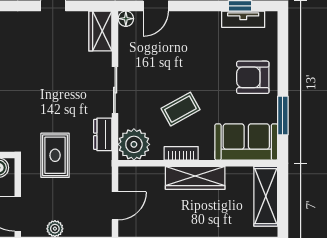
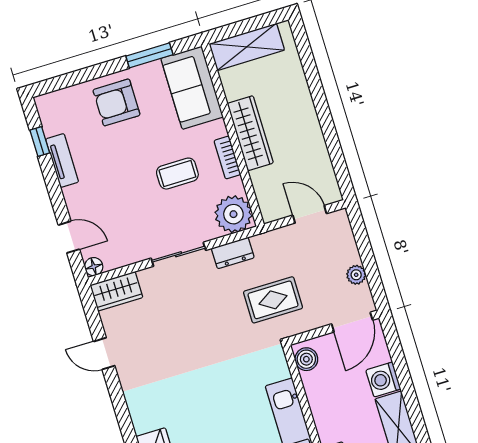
tv unit: (243, 19) -> (62, 160), moved
armchair: (253, 77) -> (116, 102), turned 90
coffee table: (181, 109) -> (177, 174), turned -61

